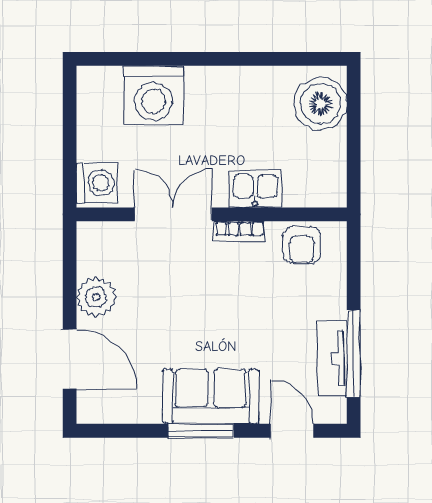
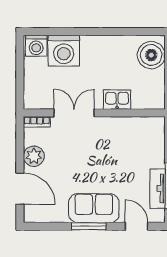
washing machine: (97, 183) -> (36, 46), moved, turned 90
bookcase: (239, 231) -> (37, 122), moved
armchair: (302, 245) -> (141, 129), removed

